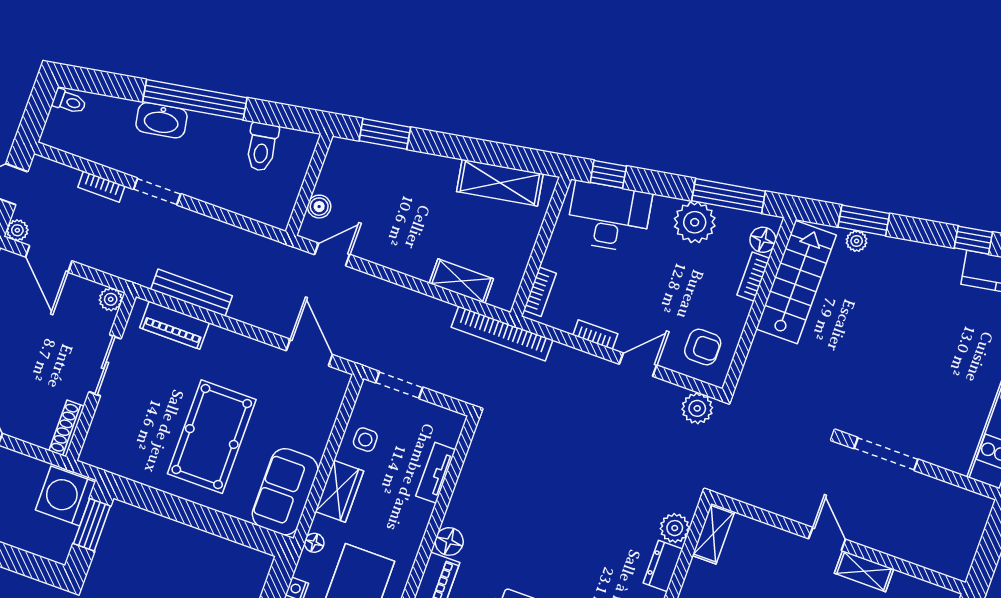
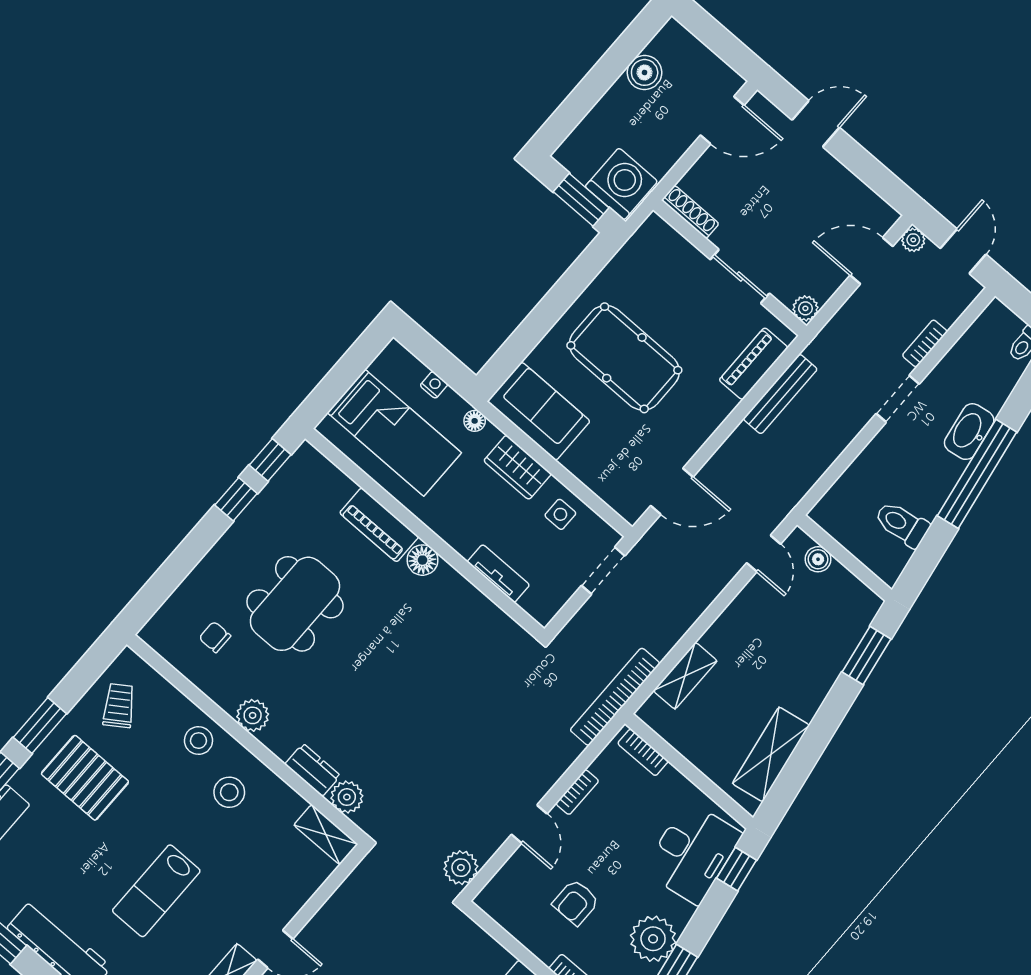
armchair: (703, 347) -> (576, 902), moved

